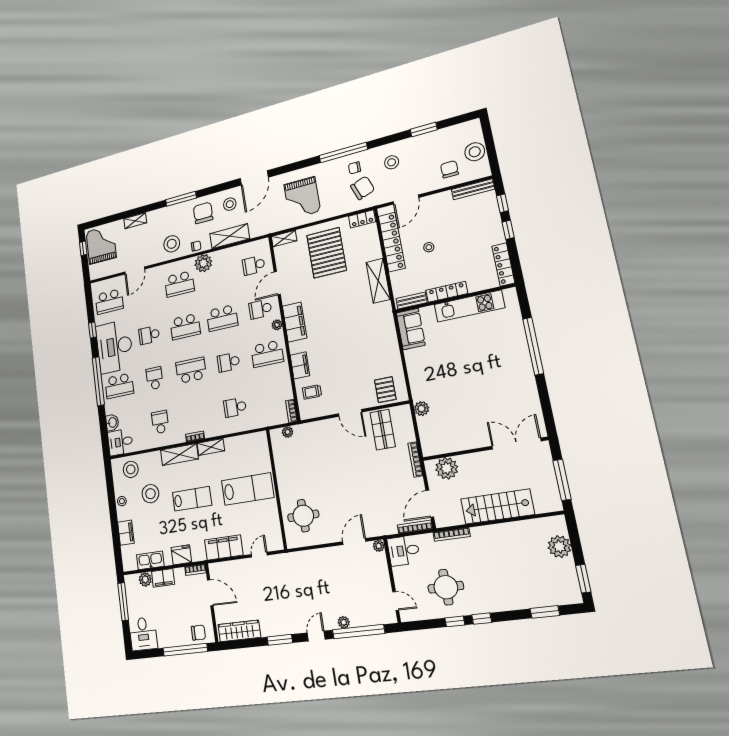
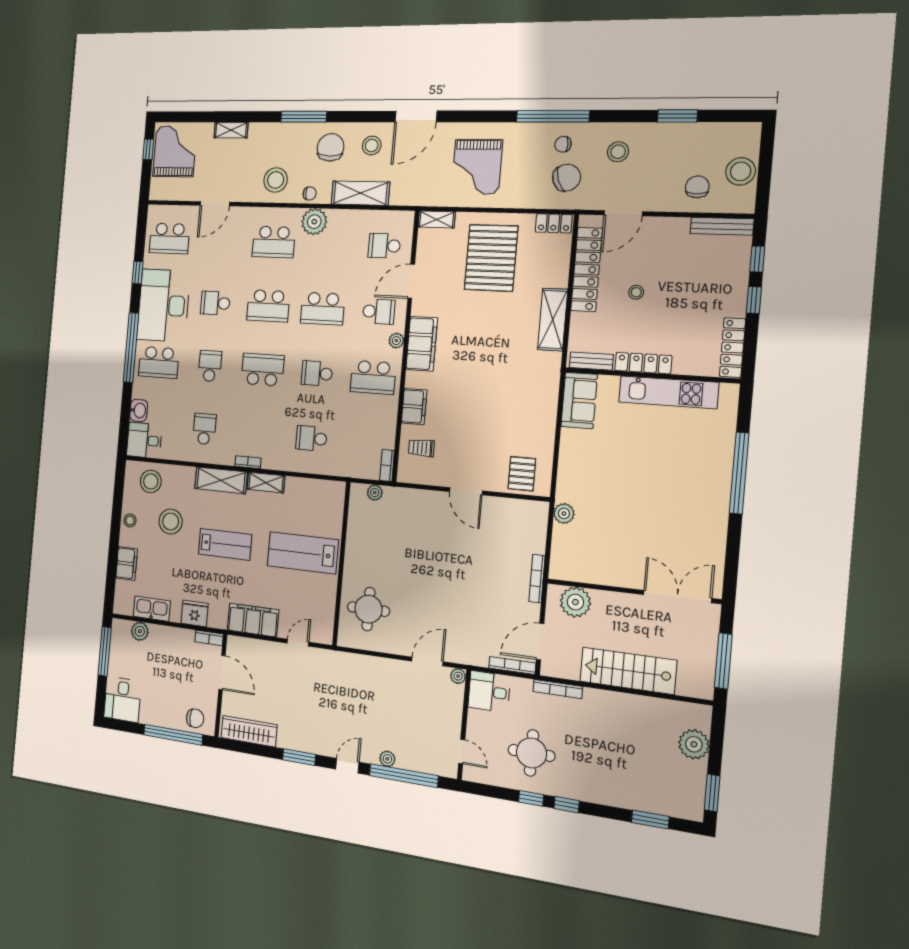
school desk: (260, 309) -> (379, 312), turned 180
shop shelf: (383, 430) -> (504, 526), removed
lab bench: (248, 489) -> (303, 553), turned 180
filing cabinet: (163, 578) -> (164, 636), removed

